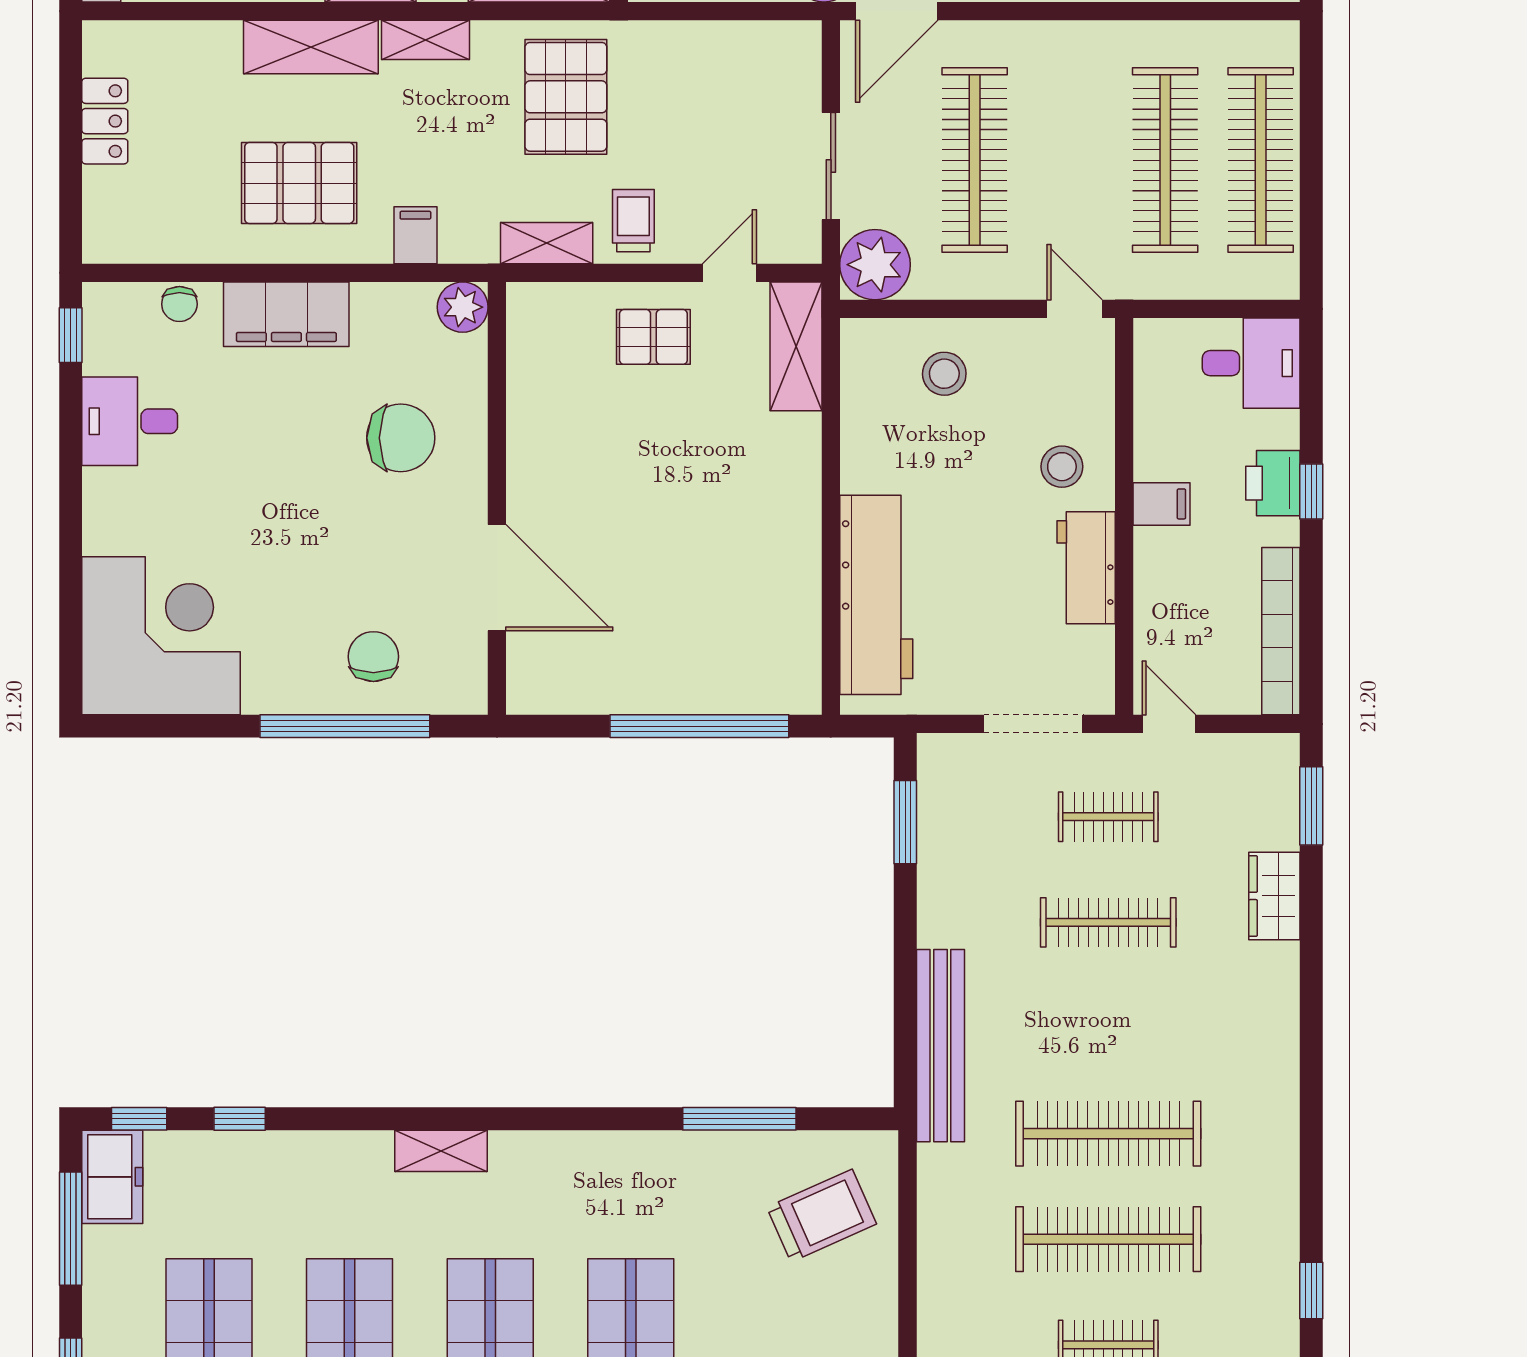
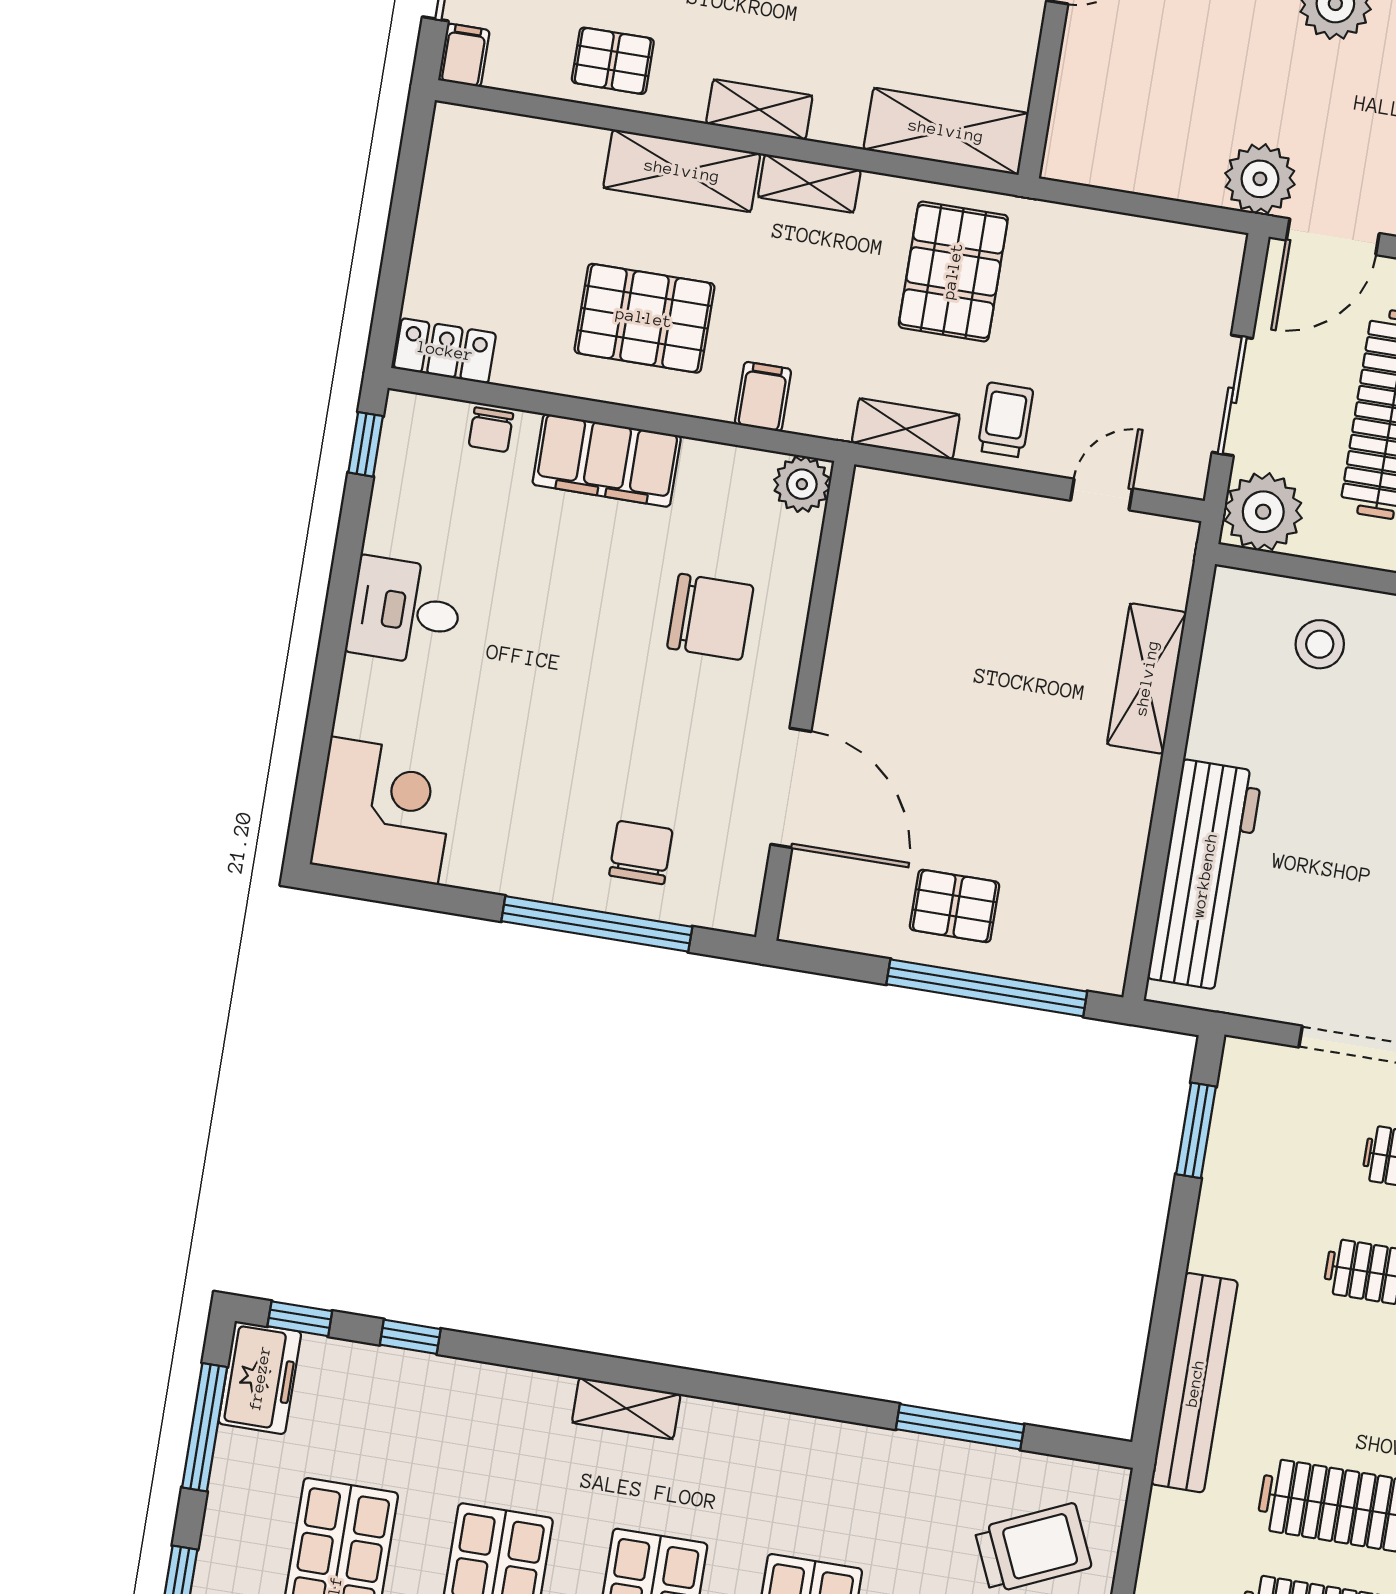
locker: (105, 121) -> (445, 351), moved, turned -90
pallet: (653, 337) -> (955, 906), moved
shelving: (796, 346) -> (1147, 678), moved
desk: (130, 421) -> (405, 611), moved
corner desk: (161, 636) -> (384, 811), width x0.74, depth x0.74

